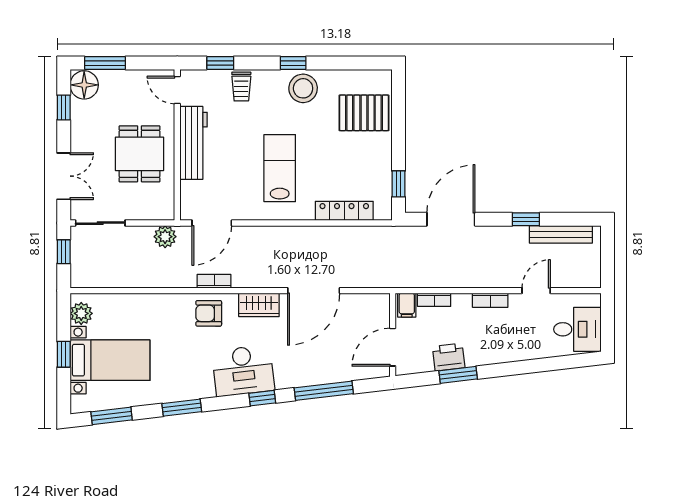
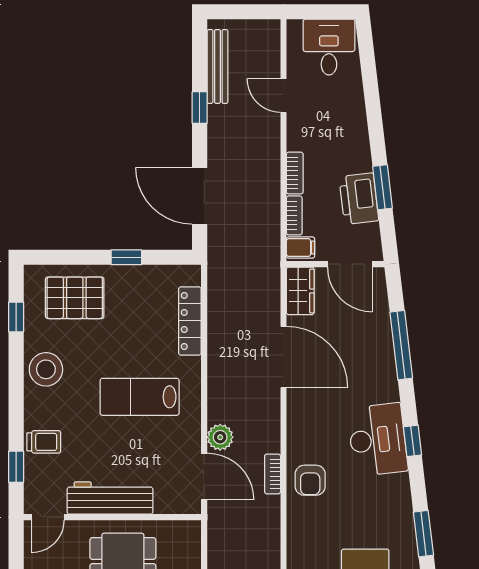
window: (293, 63) -> (16, 317), moved
pallet: (364, 113) -> (75, 298), turned 90
window: (399, 184) -> (126, 257), moved
plant: (165, 237) -> (220, 437), moved
bookcase: (490, 300) -> (295, 173), moved
wardrobe: (259, 305) -> (300, 291), moved
printer: (449, 357) -> (359, 199), width x1.37, depth x1.19
window: (262, 398) -> (413, 441), moved
window: (182, 408) -> (423, 534), moved

